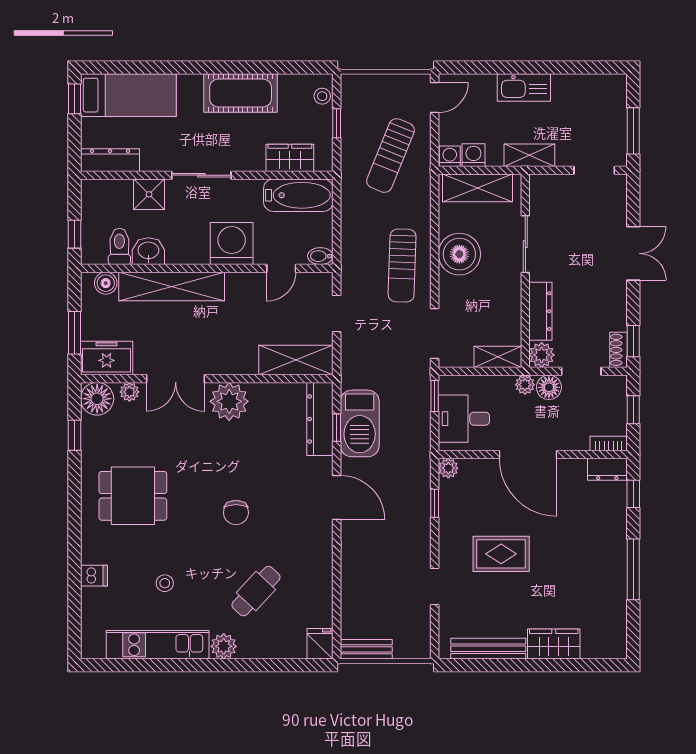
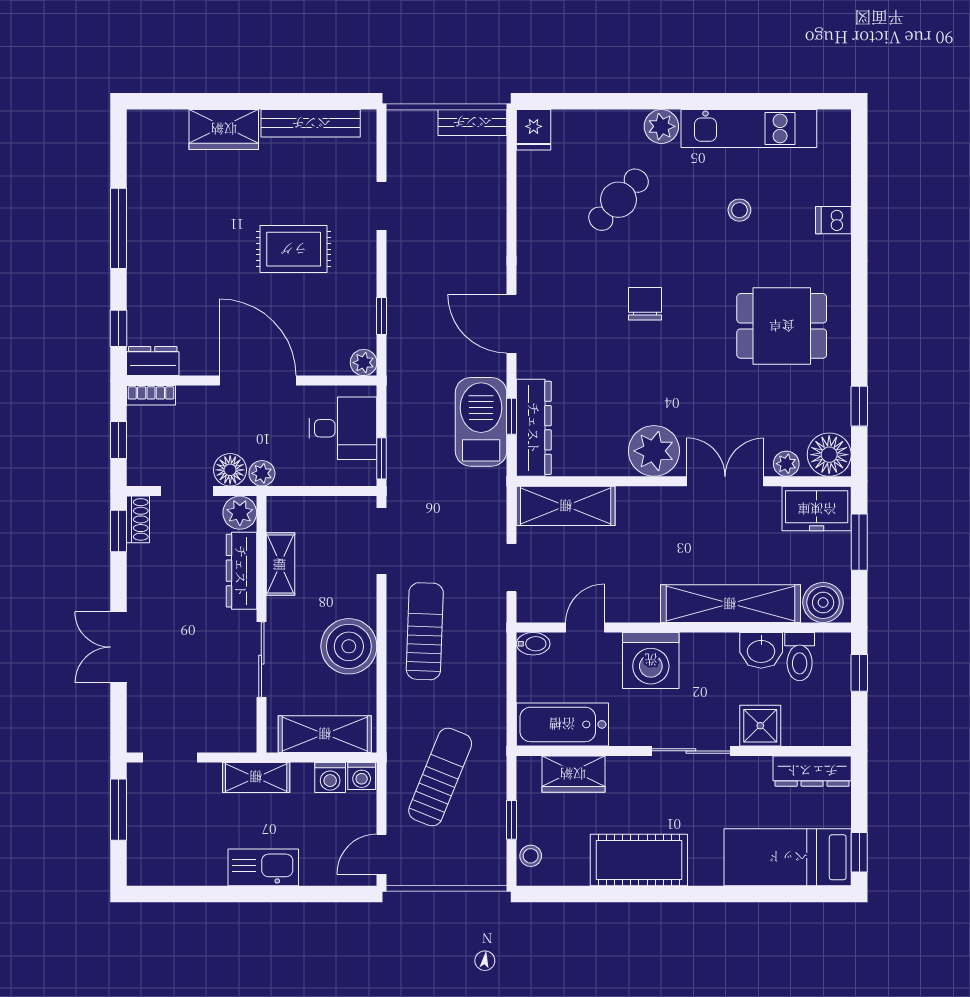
boiler: (106, 283) -> (823, 603), width x1.36, depth x1.36
shelving: (498, 357) -> (280, 564), moved, turned 90

